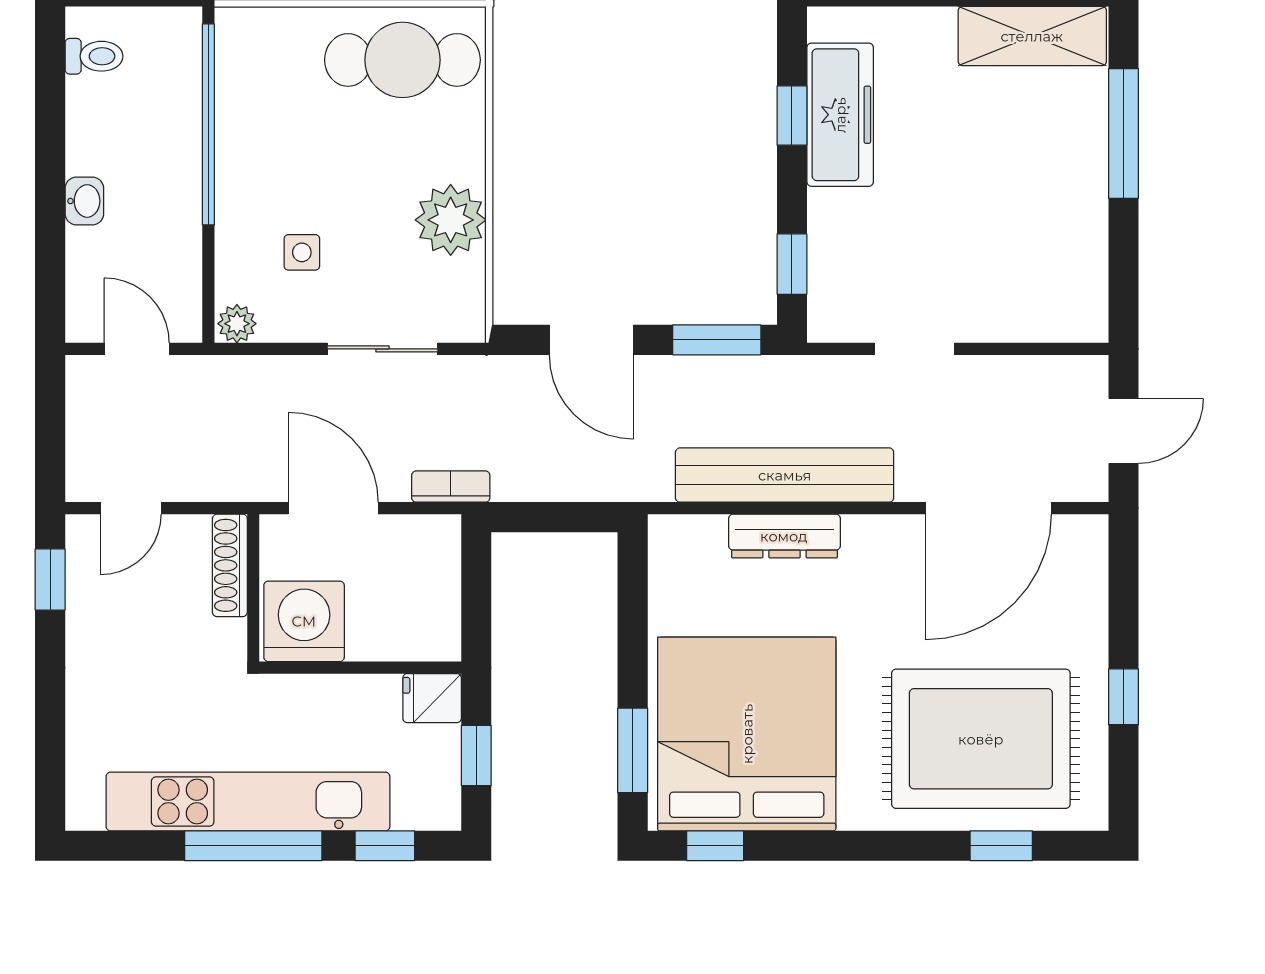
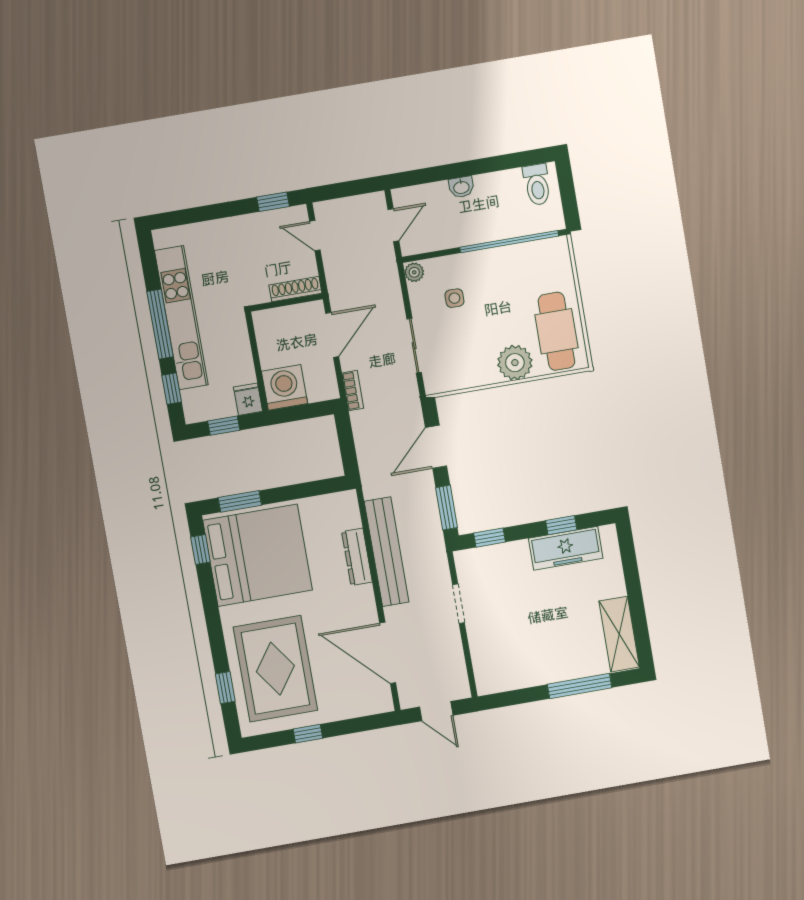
toilet: (94, 56) -> (537, 185), width x1.37, depth x1.39
plant: (451, 220) -> (515, 363), moved
washing machine: (304, 621) -> (285, 387), moved, turned -90

